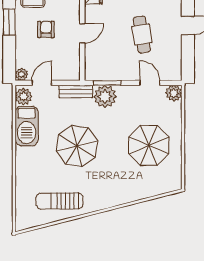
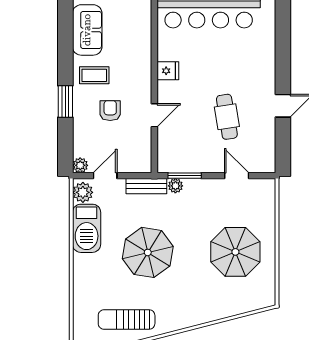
plant: (174, 93) -> (266, 188), removed
plant: (105, 96) -> (175, 186), width x0.53, depth x0.53

